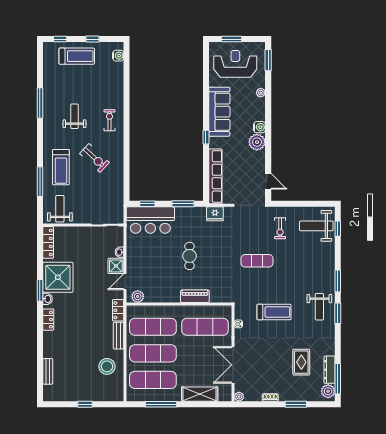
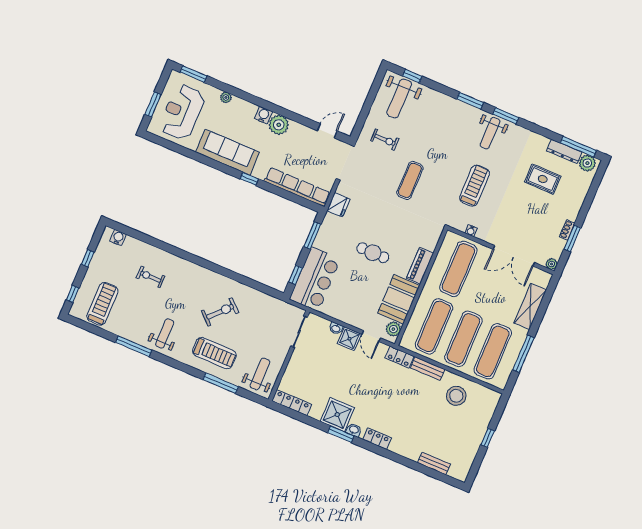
treadmill: (77, 56) -> (102, 304), moved
weight bench: (74, 116) -> (165, 333), moved, turned 90
exercise bike: (110, 120) -> (151, 277), moved
weight bench: (60, 209) -> (260, 374), turned 90
shower: (58, 277) -> (337, 415), width x0.73, depth x0.73
booth: (162, 291) -> (399, 299), added
weight bench: (319, 307) -> (490, 133), turned 90
window: (296, 404) -> (572, 238), moved

